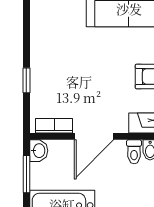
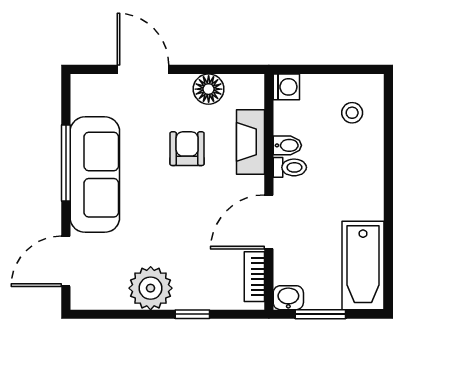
plant: (46, 50) -> (151, 288), added
door: (94, 136) -> (269, 222), swing flipped

